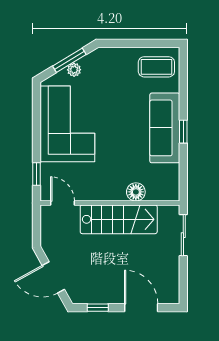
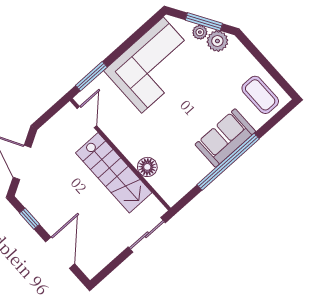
plant: (91, 63) -> (217, 41), added
sofa: (165, 128) -> (225, 138), width x0.73
window: (183, 132) -> (228, 162), width x3.17
window: (37, 174) -> (91, 76), width x1.50

